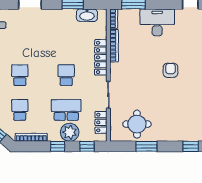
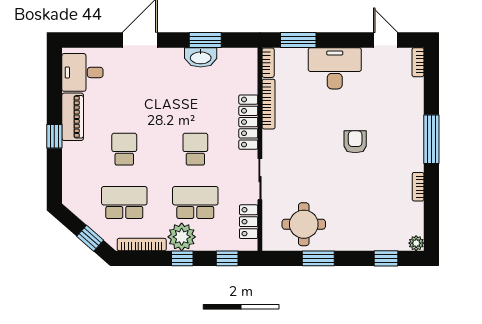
washbasin: (87, 15) -> (201, 57), moved
school desk: (20, 110) -> (124, 202), width x1.85
plant: (70, 132) -> (182, 237), moved

